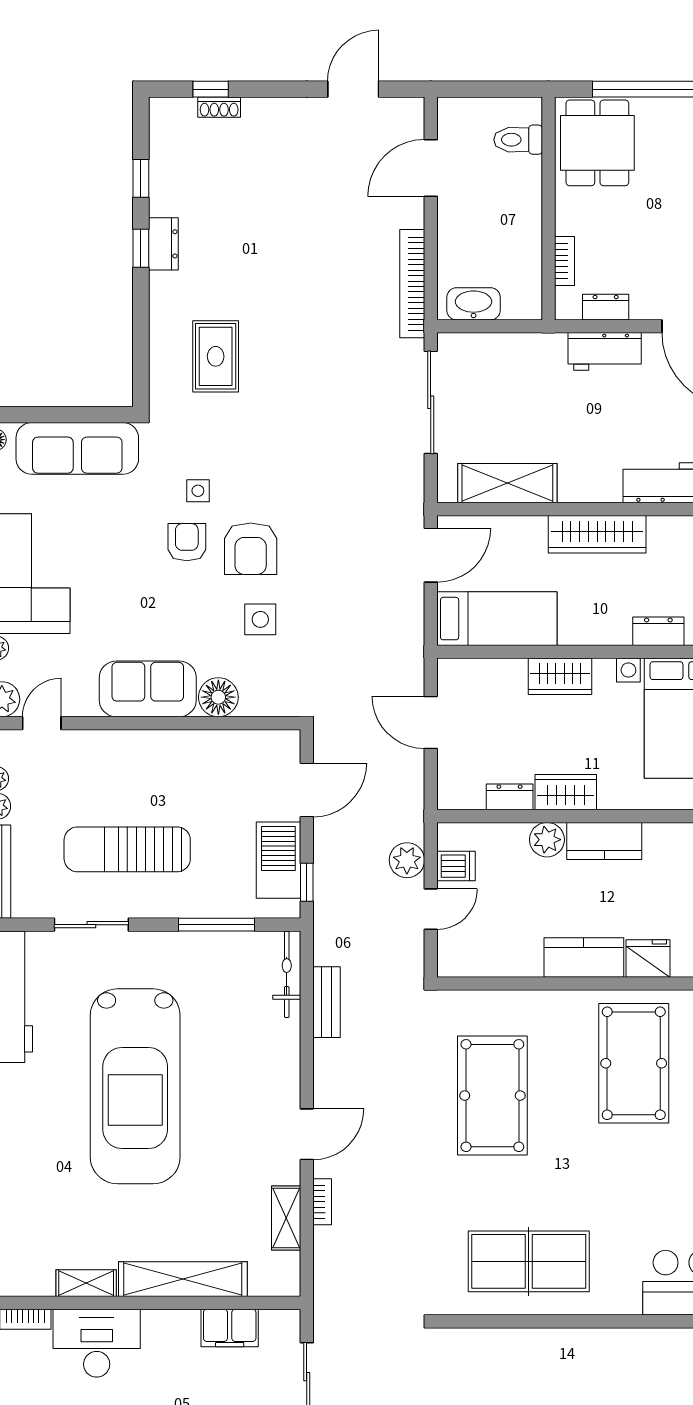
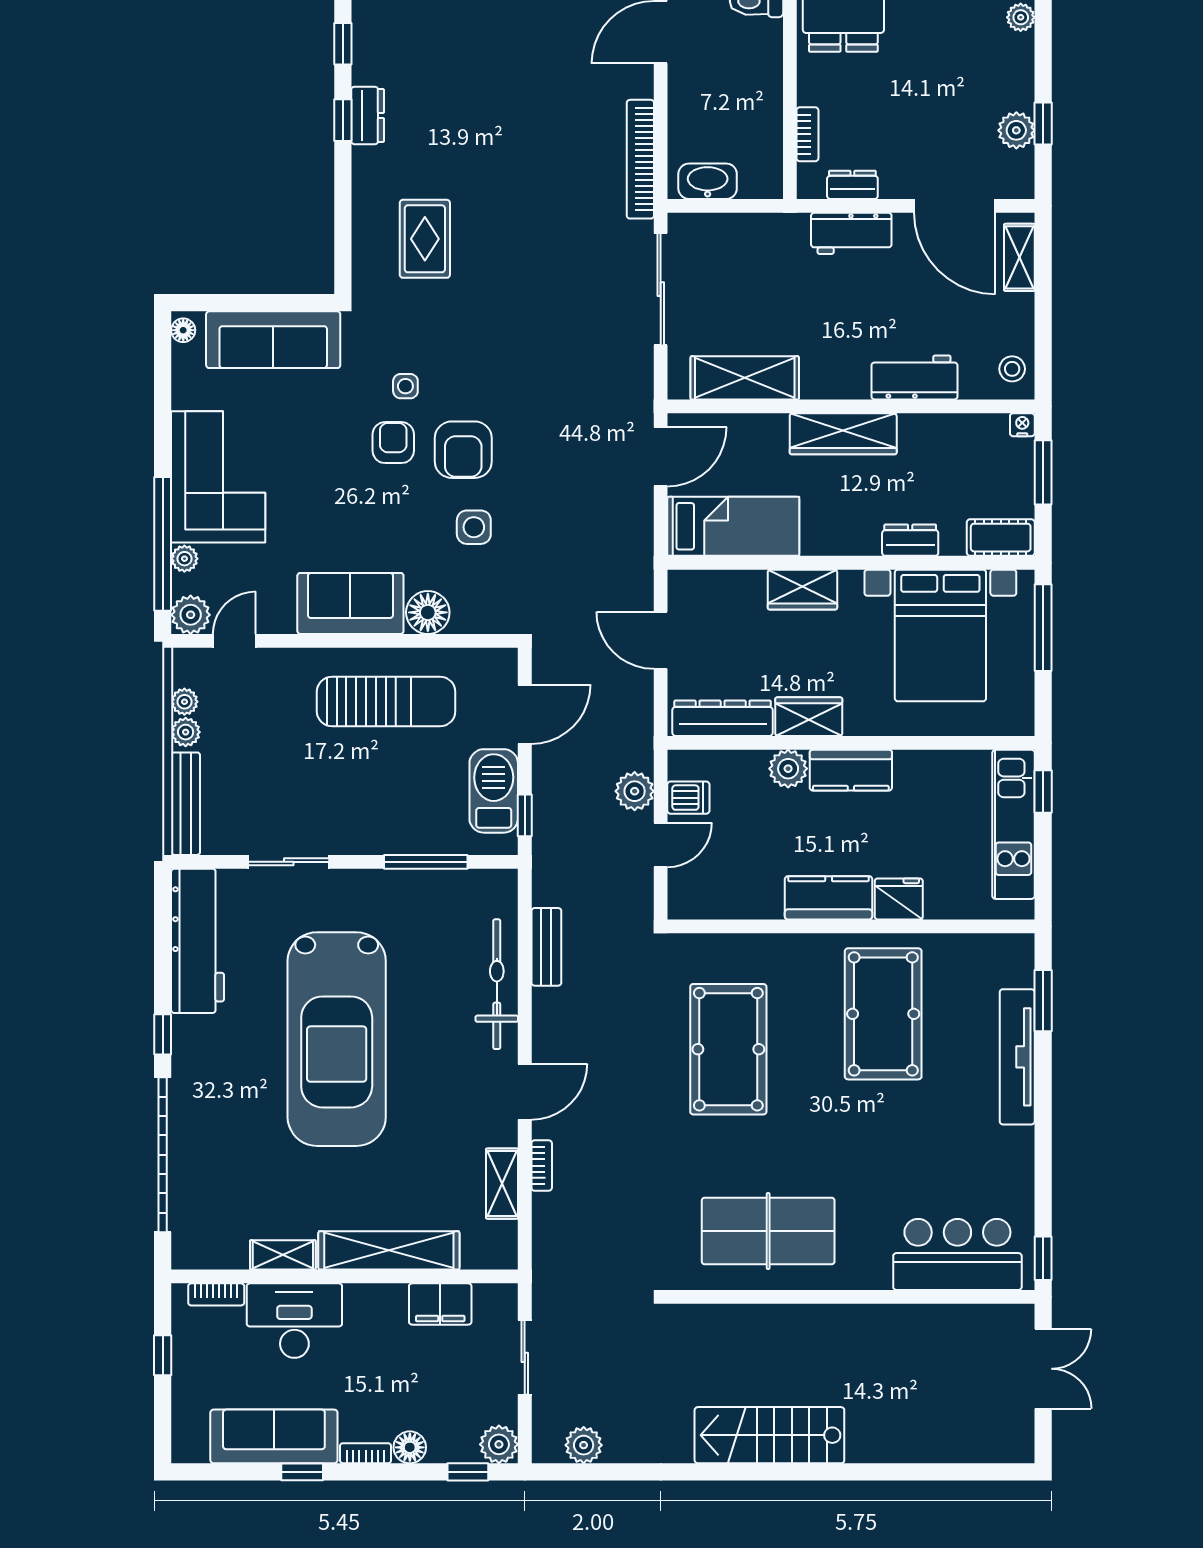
dresser: (510, 797) -> (723, 718), width x1.96, depth x1.24
sun lounger: (127, 849) -> (386, 702), moved, turned 180
bicycle: (287, 974) -> (497, 984), moved, width x1.37, depth x1.40

